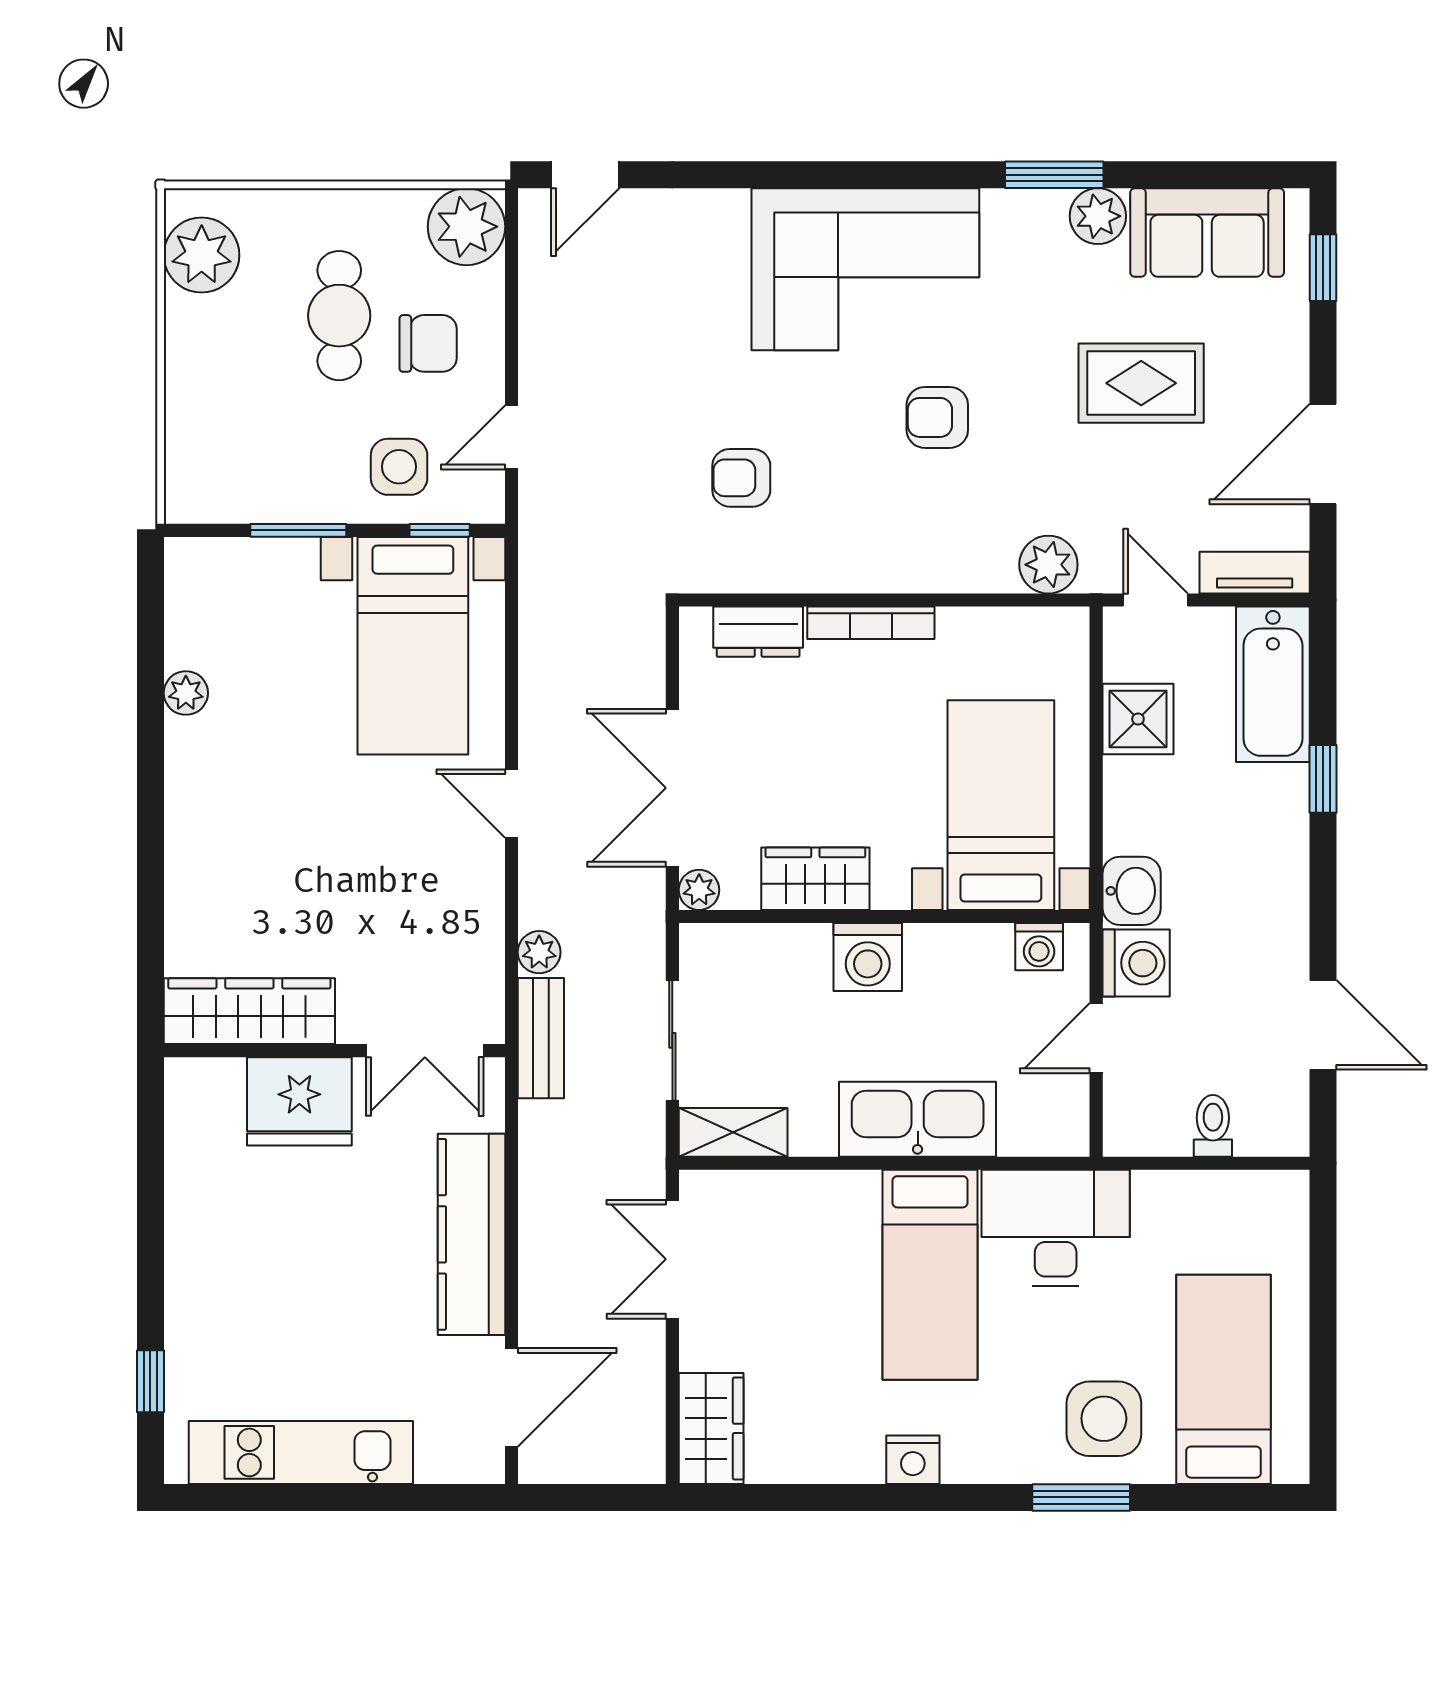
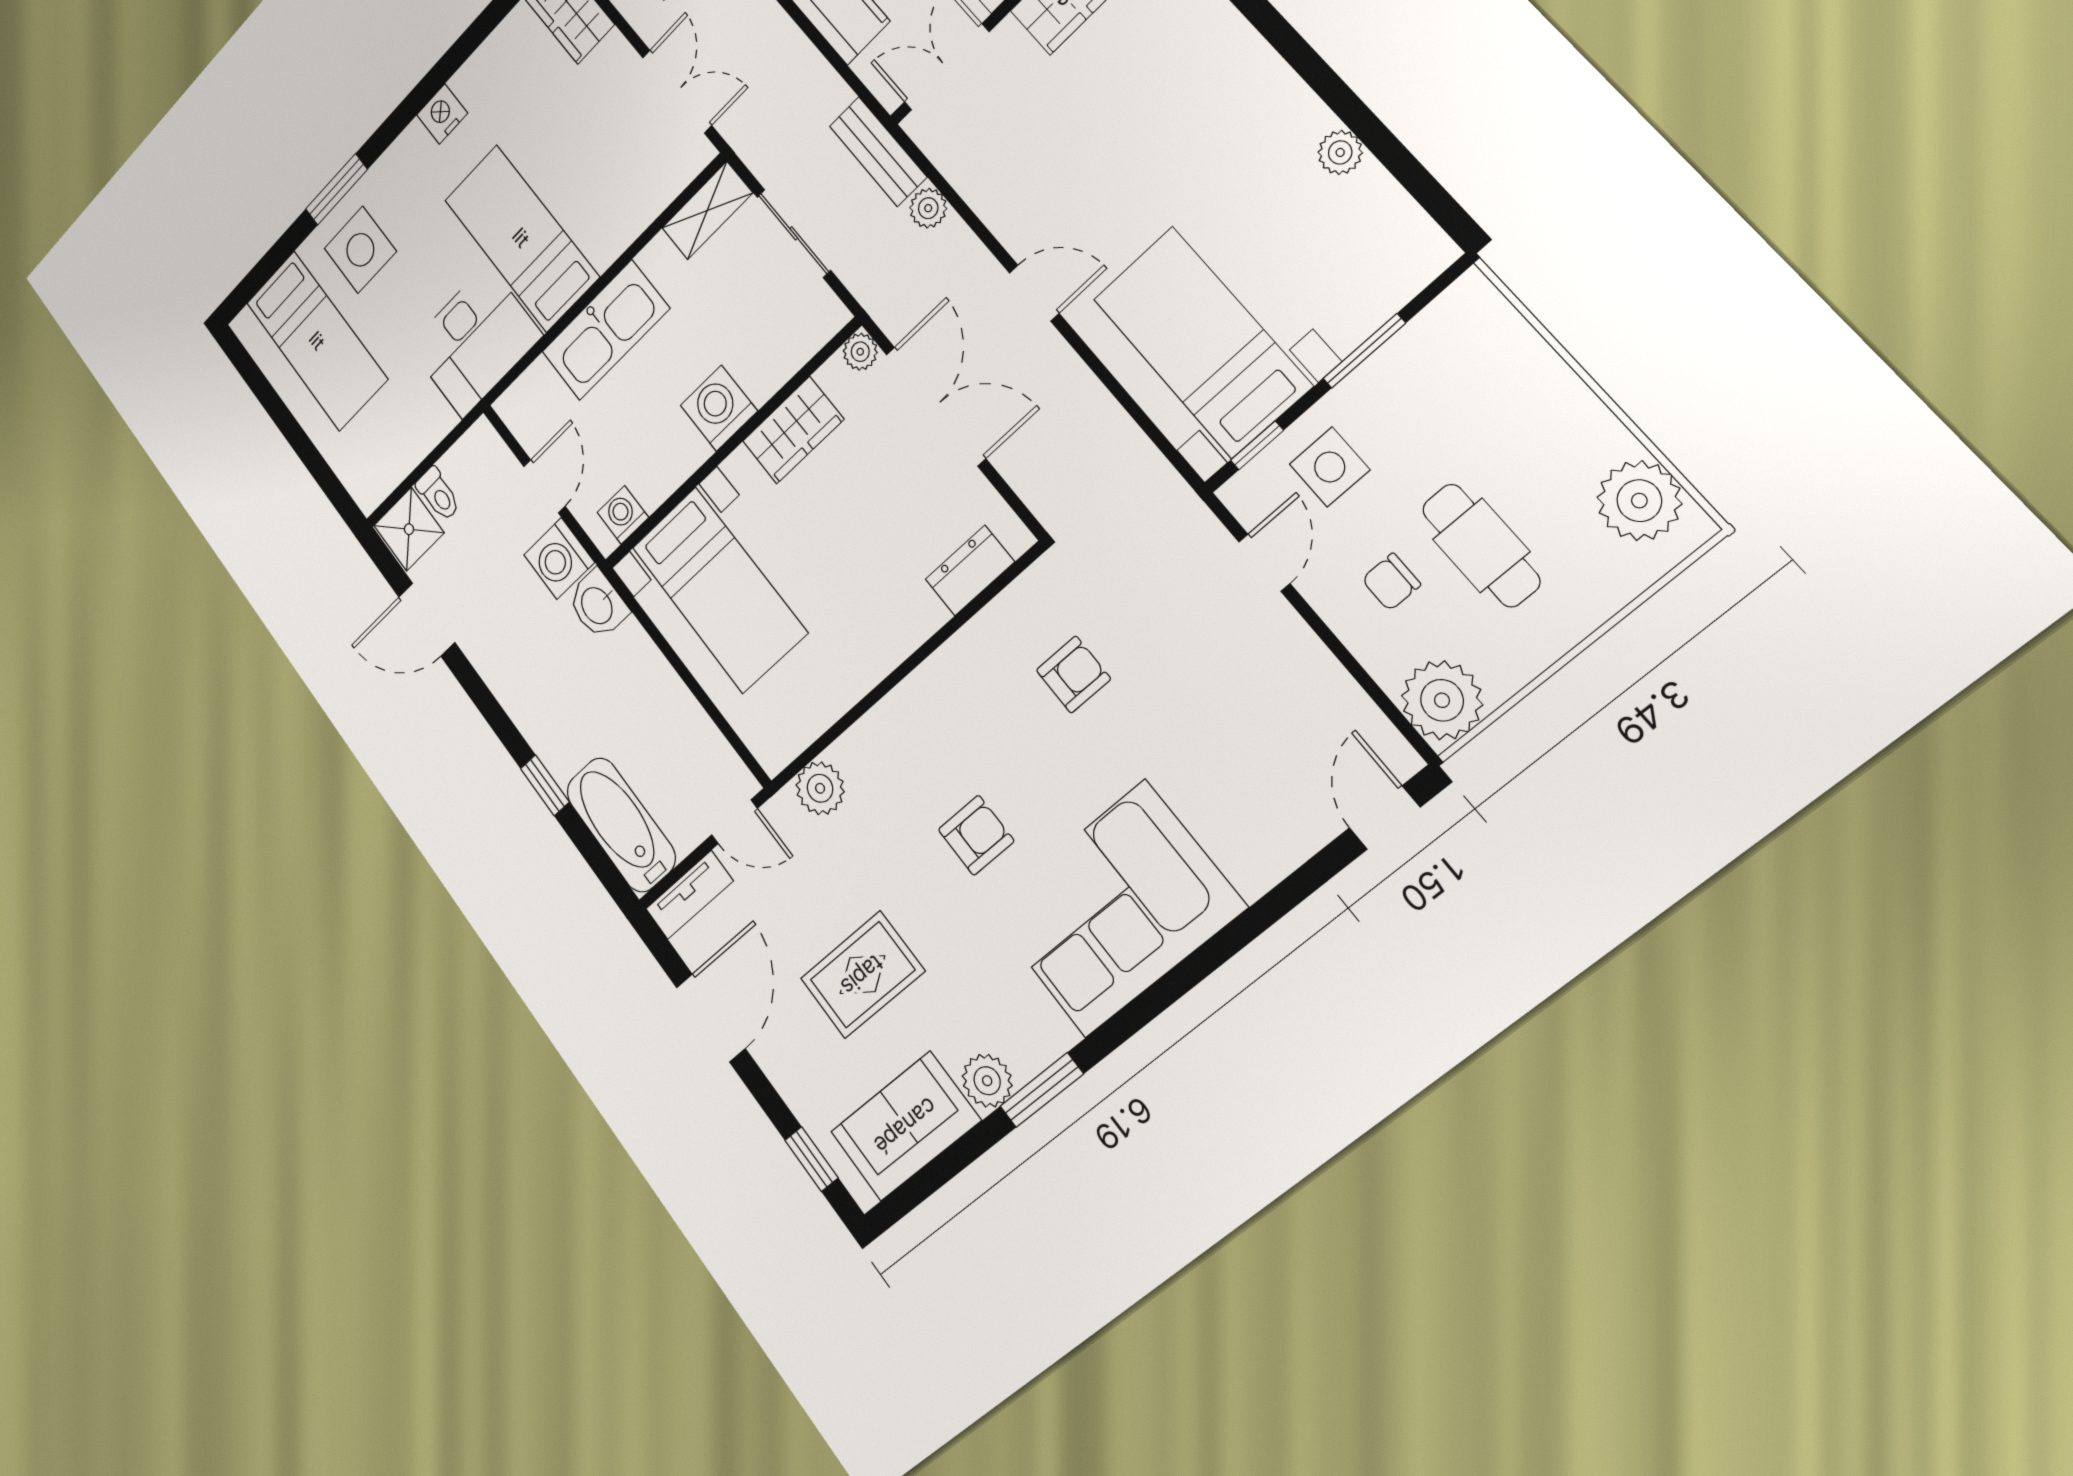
chair: (428, 343) -> (1391, 582), width x0.73, depth x0.73
bookcase: (871, 623) -> (901, 644), removed
shower: (1138, 719) -> (409, 529), moved

